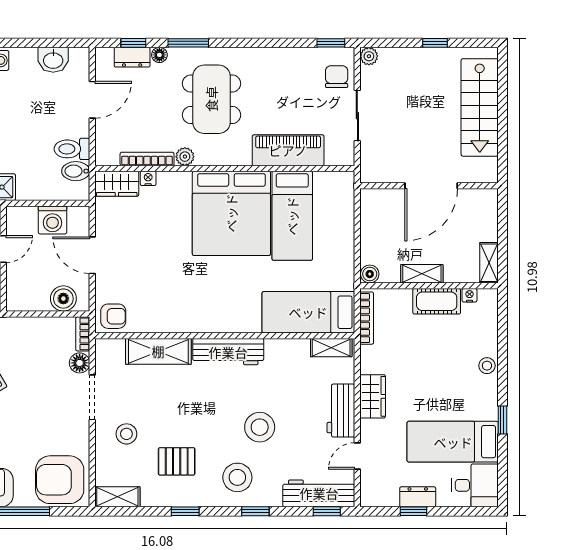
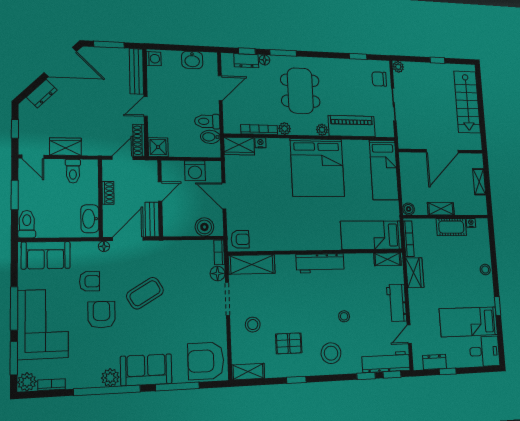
window: (331, 43) -> (358, 56), moved
chair: (337, 77) -> (379, 79), turned -90
plant: (242, 157) -> (322, 130), added
bed: (292, 216) -> (384, 170), moved
shelving: (489, 263) -> (479, 182), moved
shelving: (158, 351) -> (252, 264), moved
wardrobe: (373, 396) -> (415, 273), moved
stool: (260, 427) -> (344, 316), width x0.53, depth x0.53
dresser: (418, 497) -> (435, 362), moved
window: (255, 511) -> (366, 376), moved

